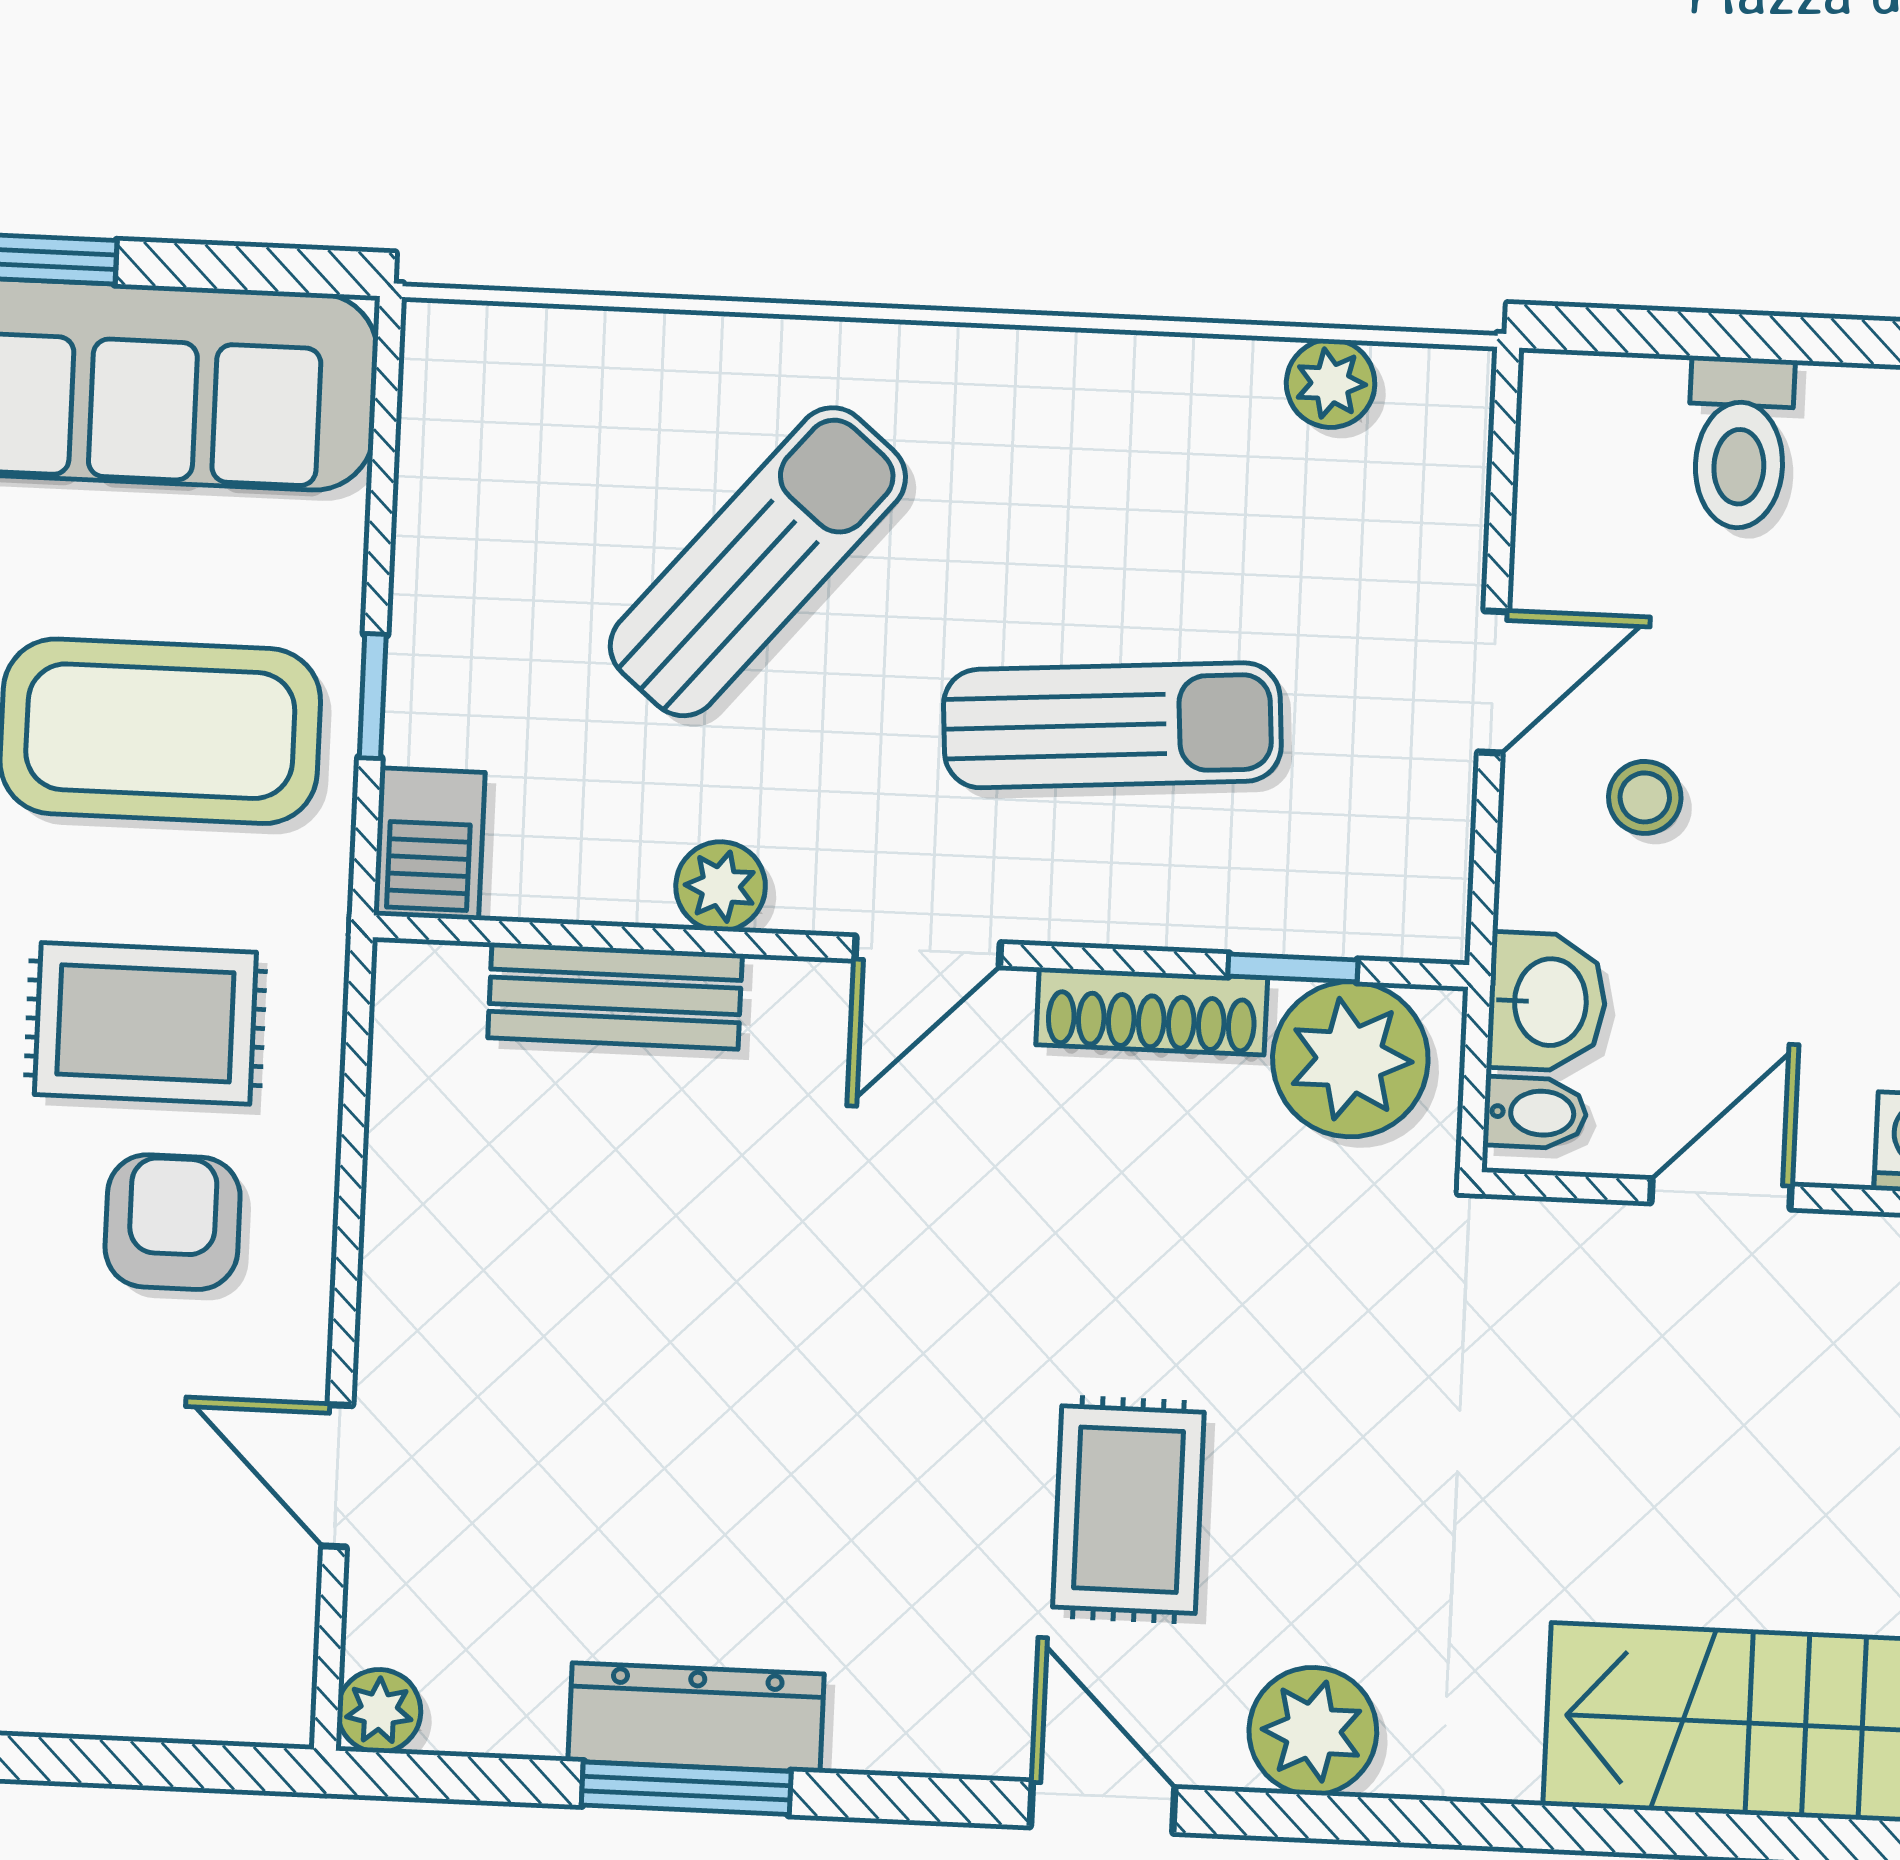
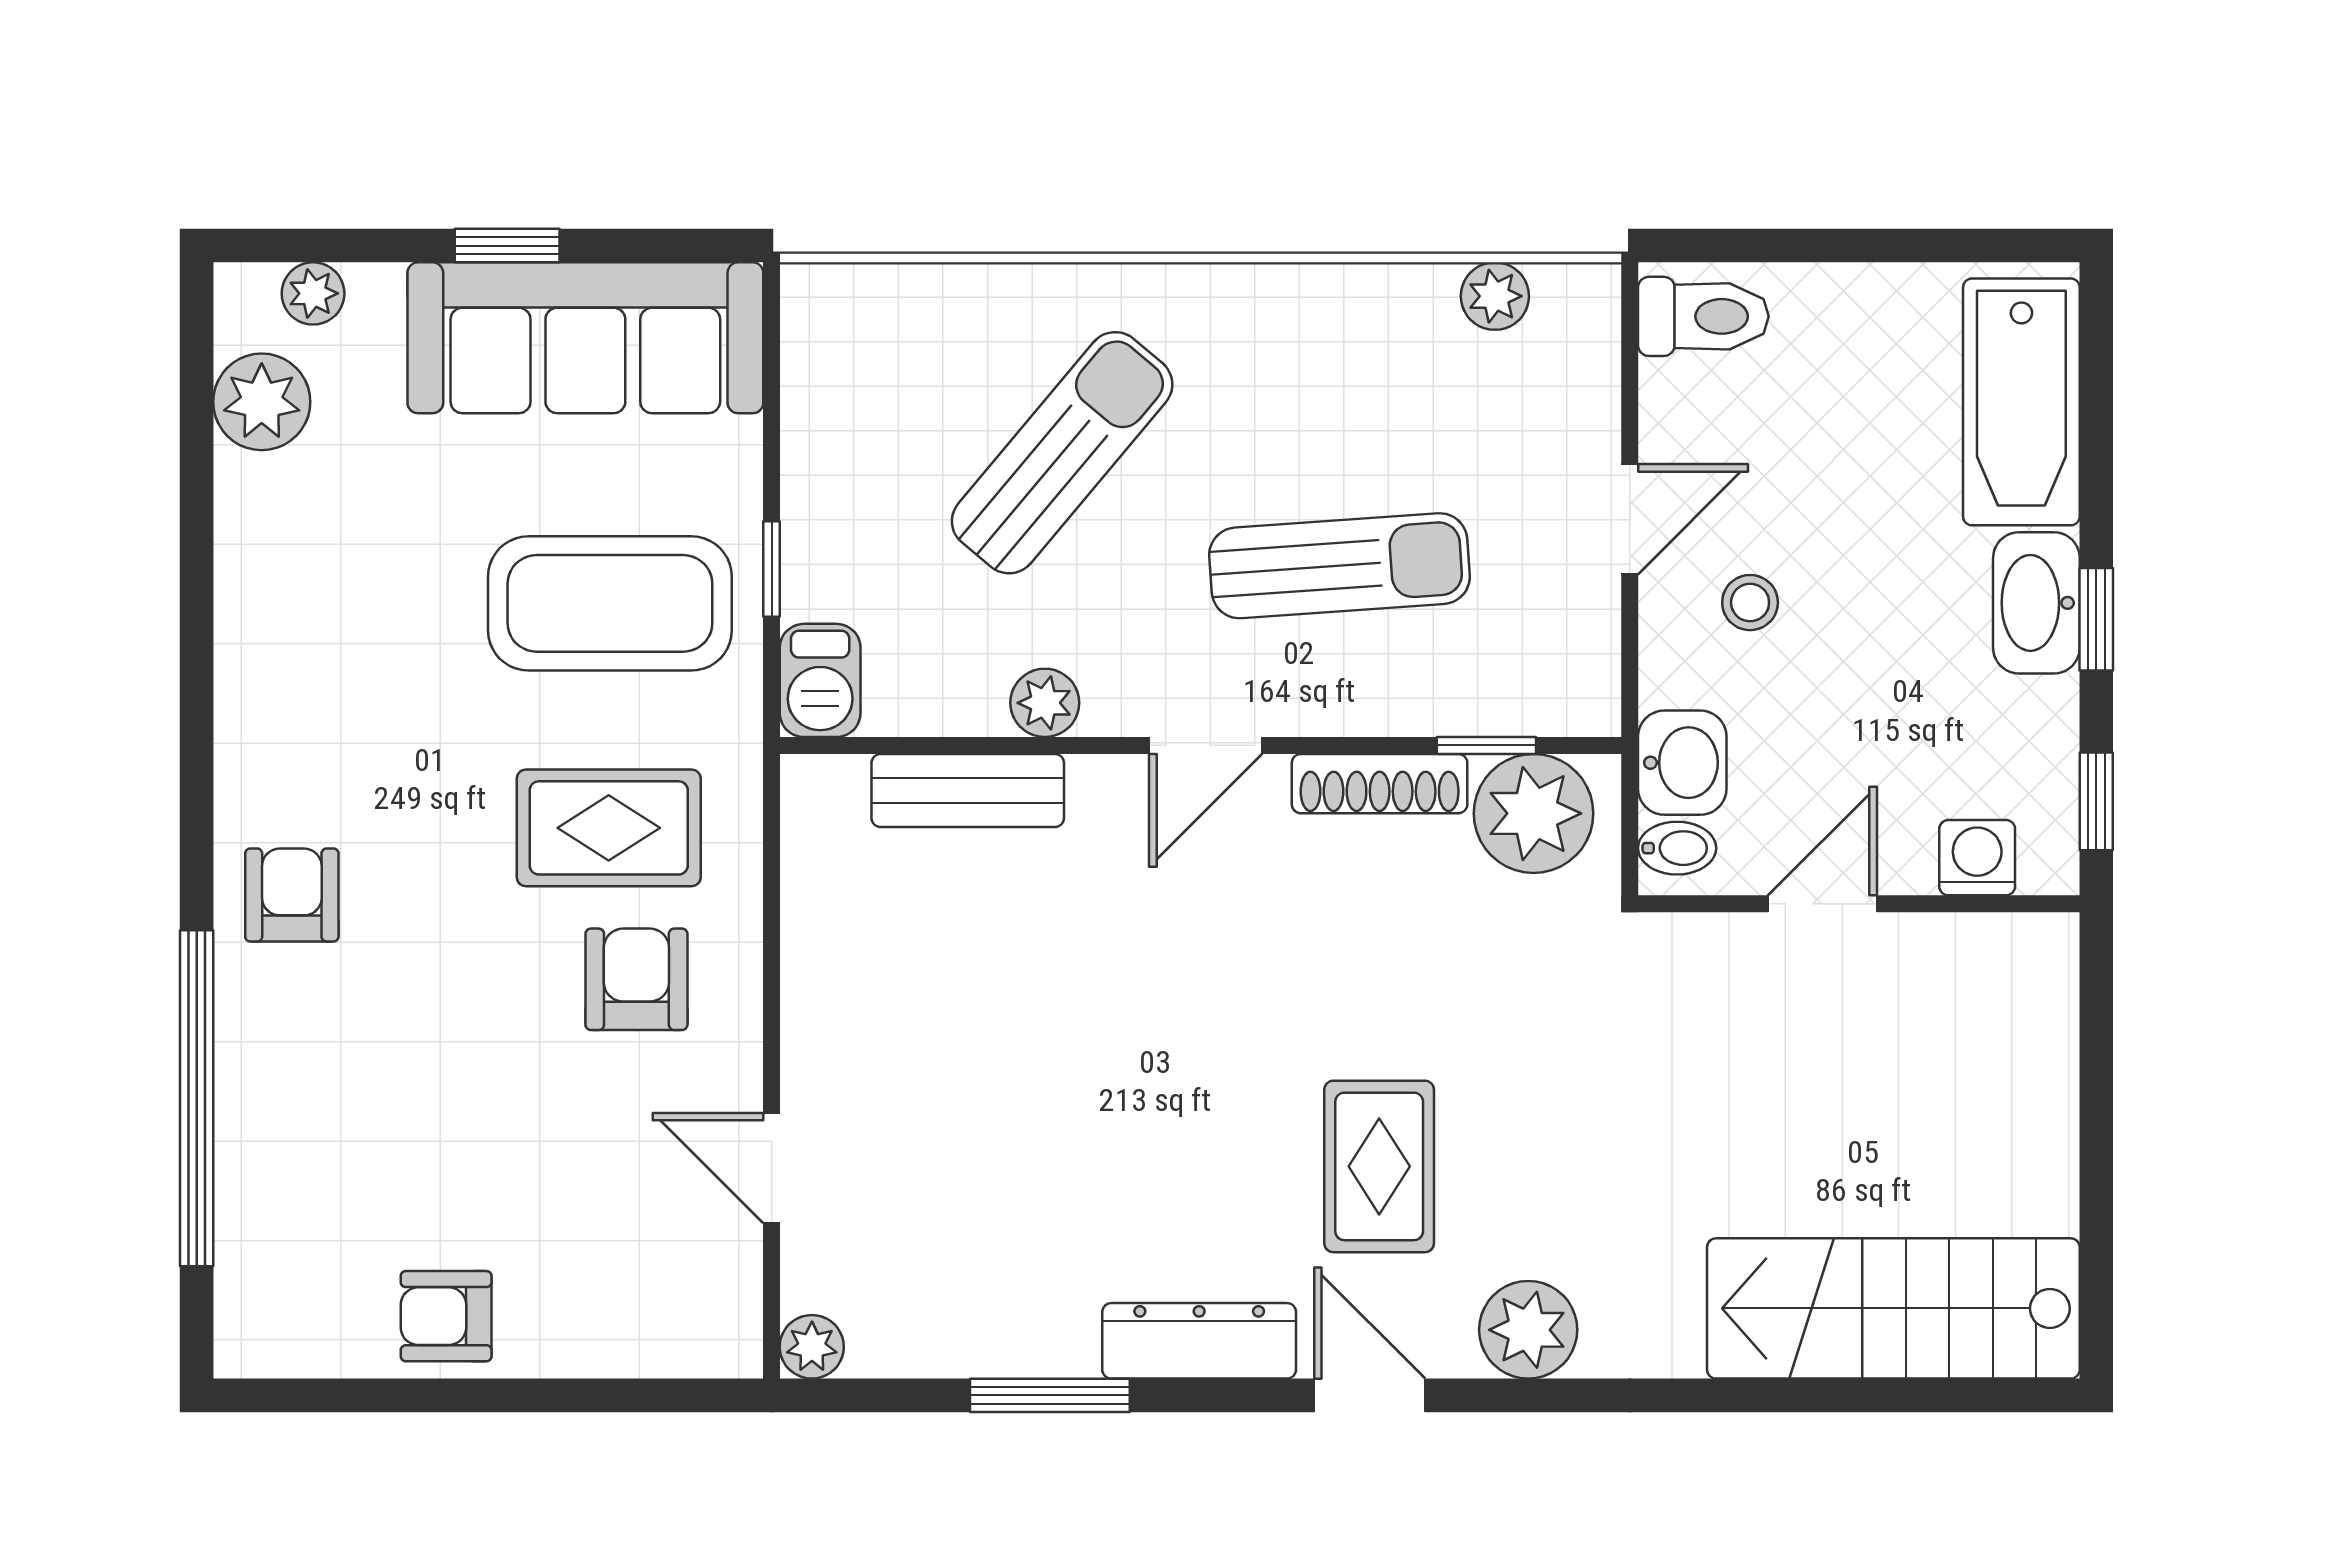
toilet: (1740, 443) -> (1703, 316), moved, turned -90
dresser: (696, 1718) -> (1199, 1341), moved

